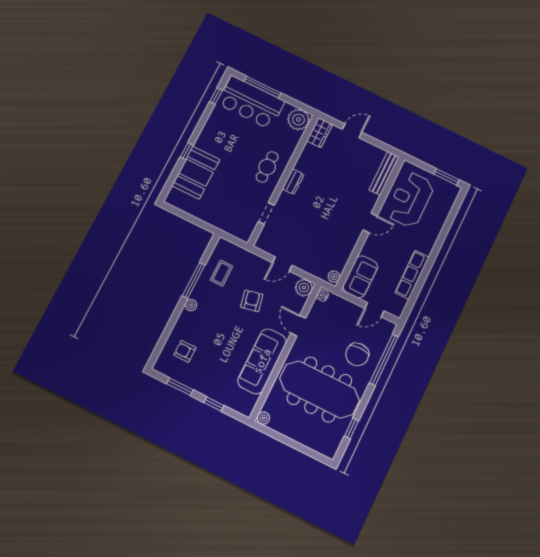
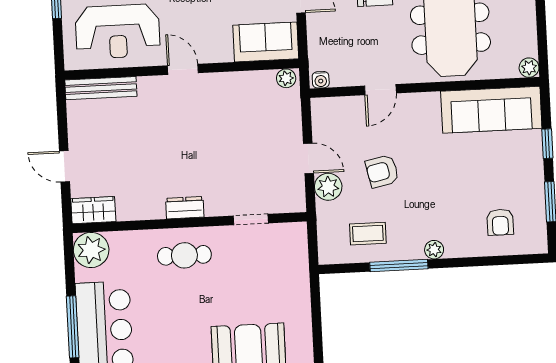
plant: (304, 288) -> (328, 187), moved
sofa: (262, 361) -> (491, 110), moved

